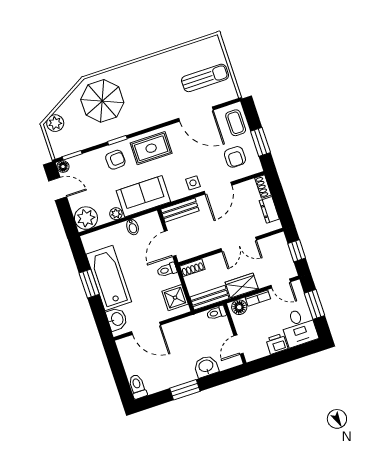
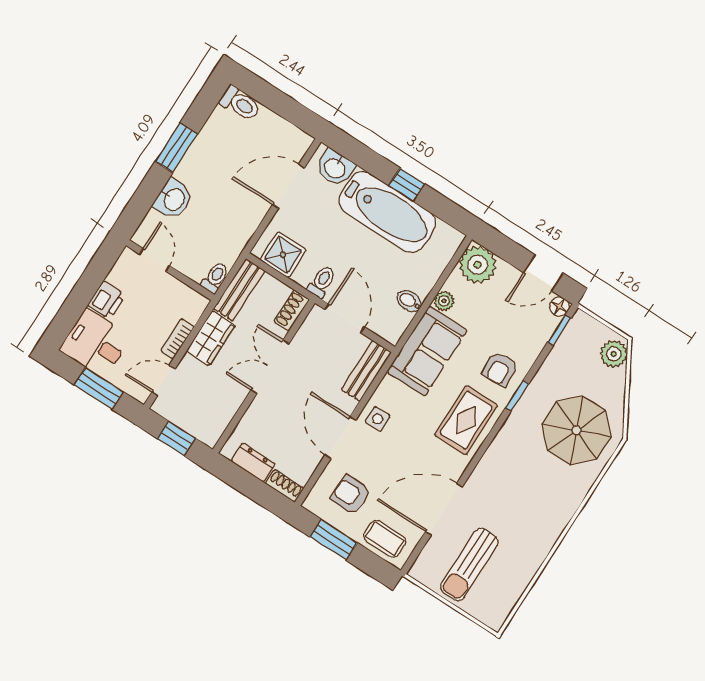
double door: (239, 244) -> (270, 367), moved
window: (89, 284) -> (407, 185), width x0.67
floor lamp: (239, 307) -> (192, 308), removed

